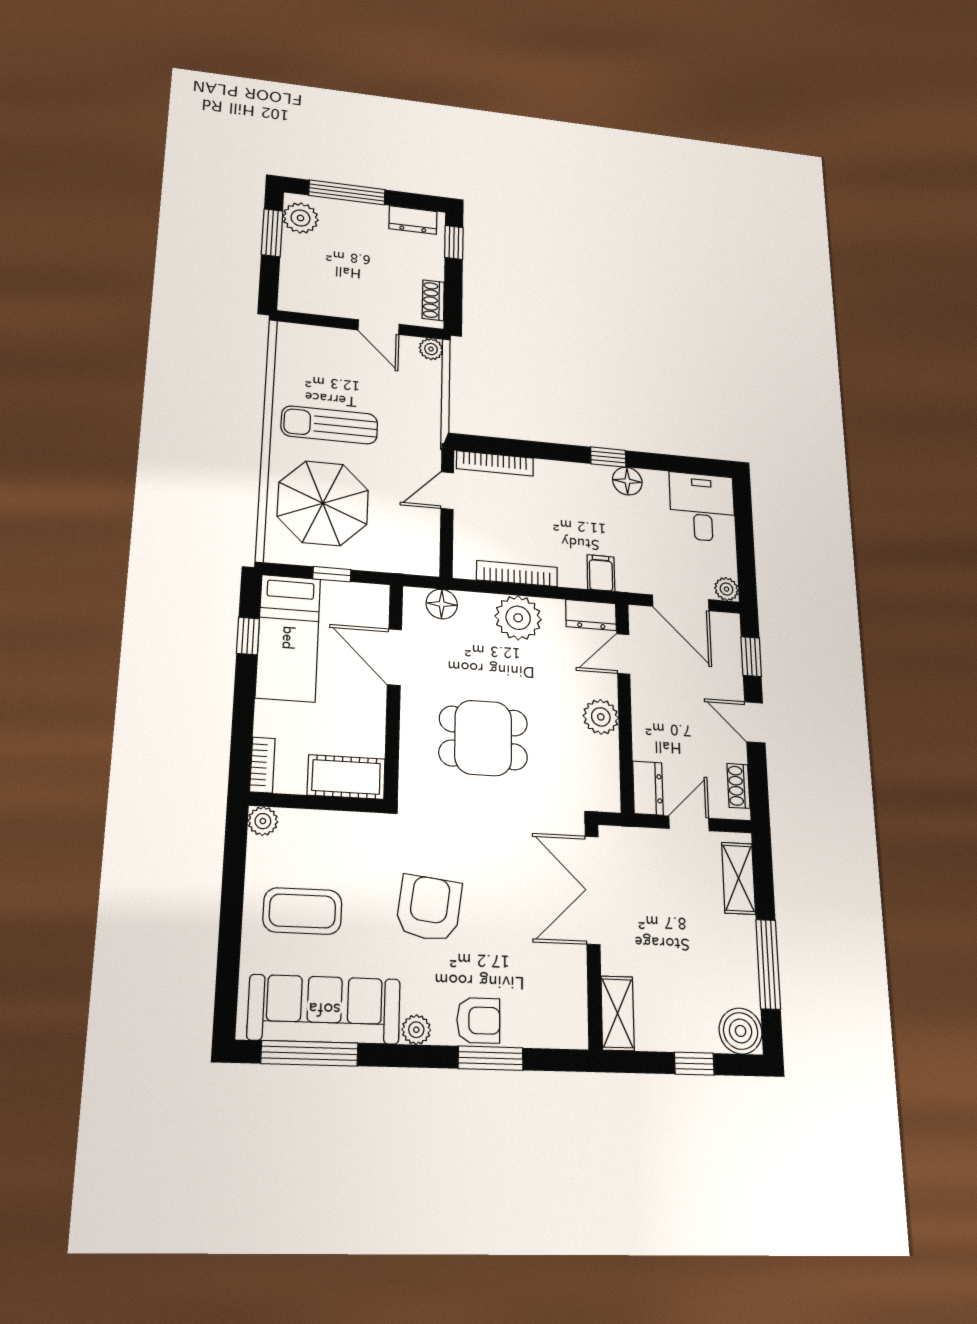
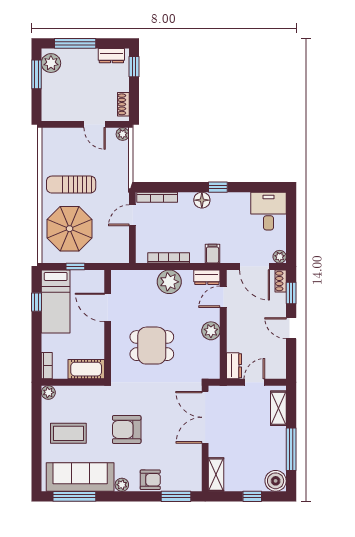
floor lamp: (627, 481) -> (202, 200), moved
floor lamp: (442, 604) -> (130, 278), removed
shoe rack: (738, 786) -> (281, 281), moved
armchair: (429, 908) -> (127, 429), turned -97
window: (491, 1058) -> (176, 496), moved

